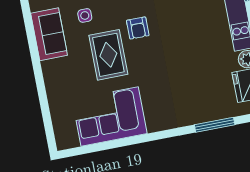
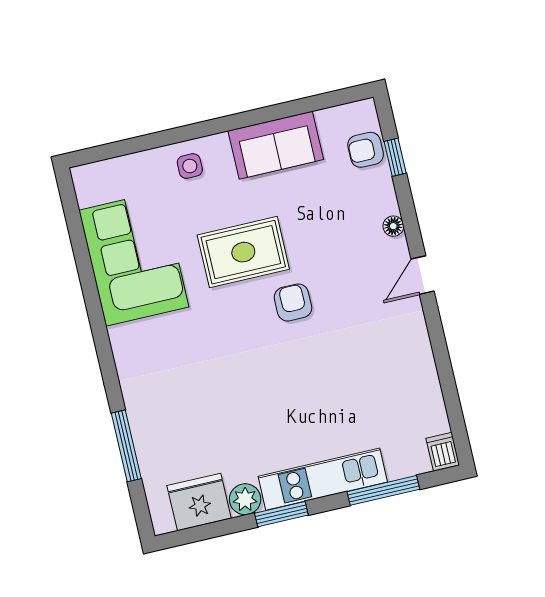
side table: (85, 15) -> (190, 166), moved
armchair: (138, 28) -> (293, 302), turned 90

